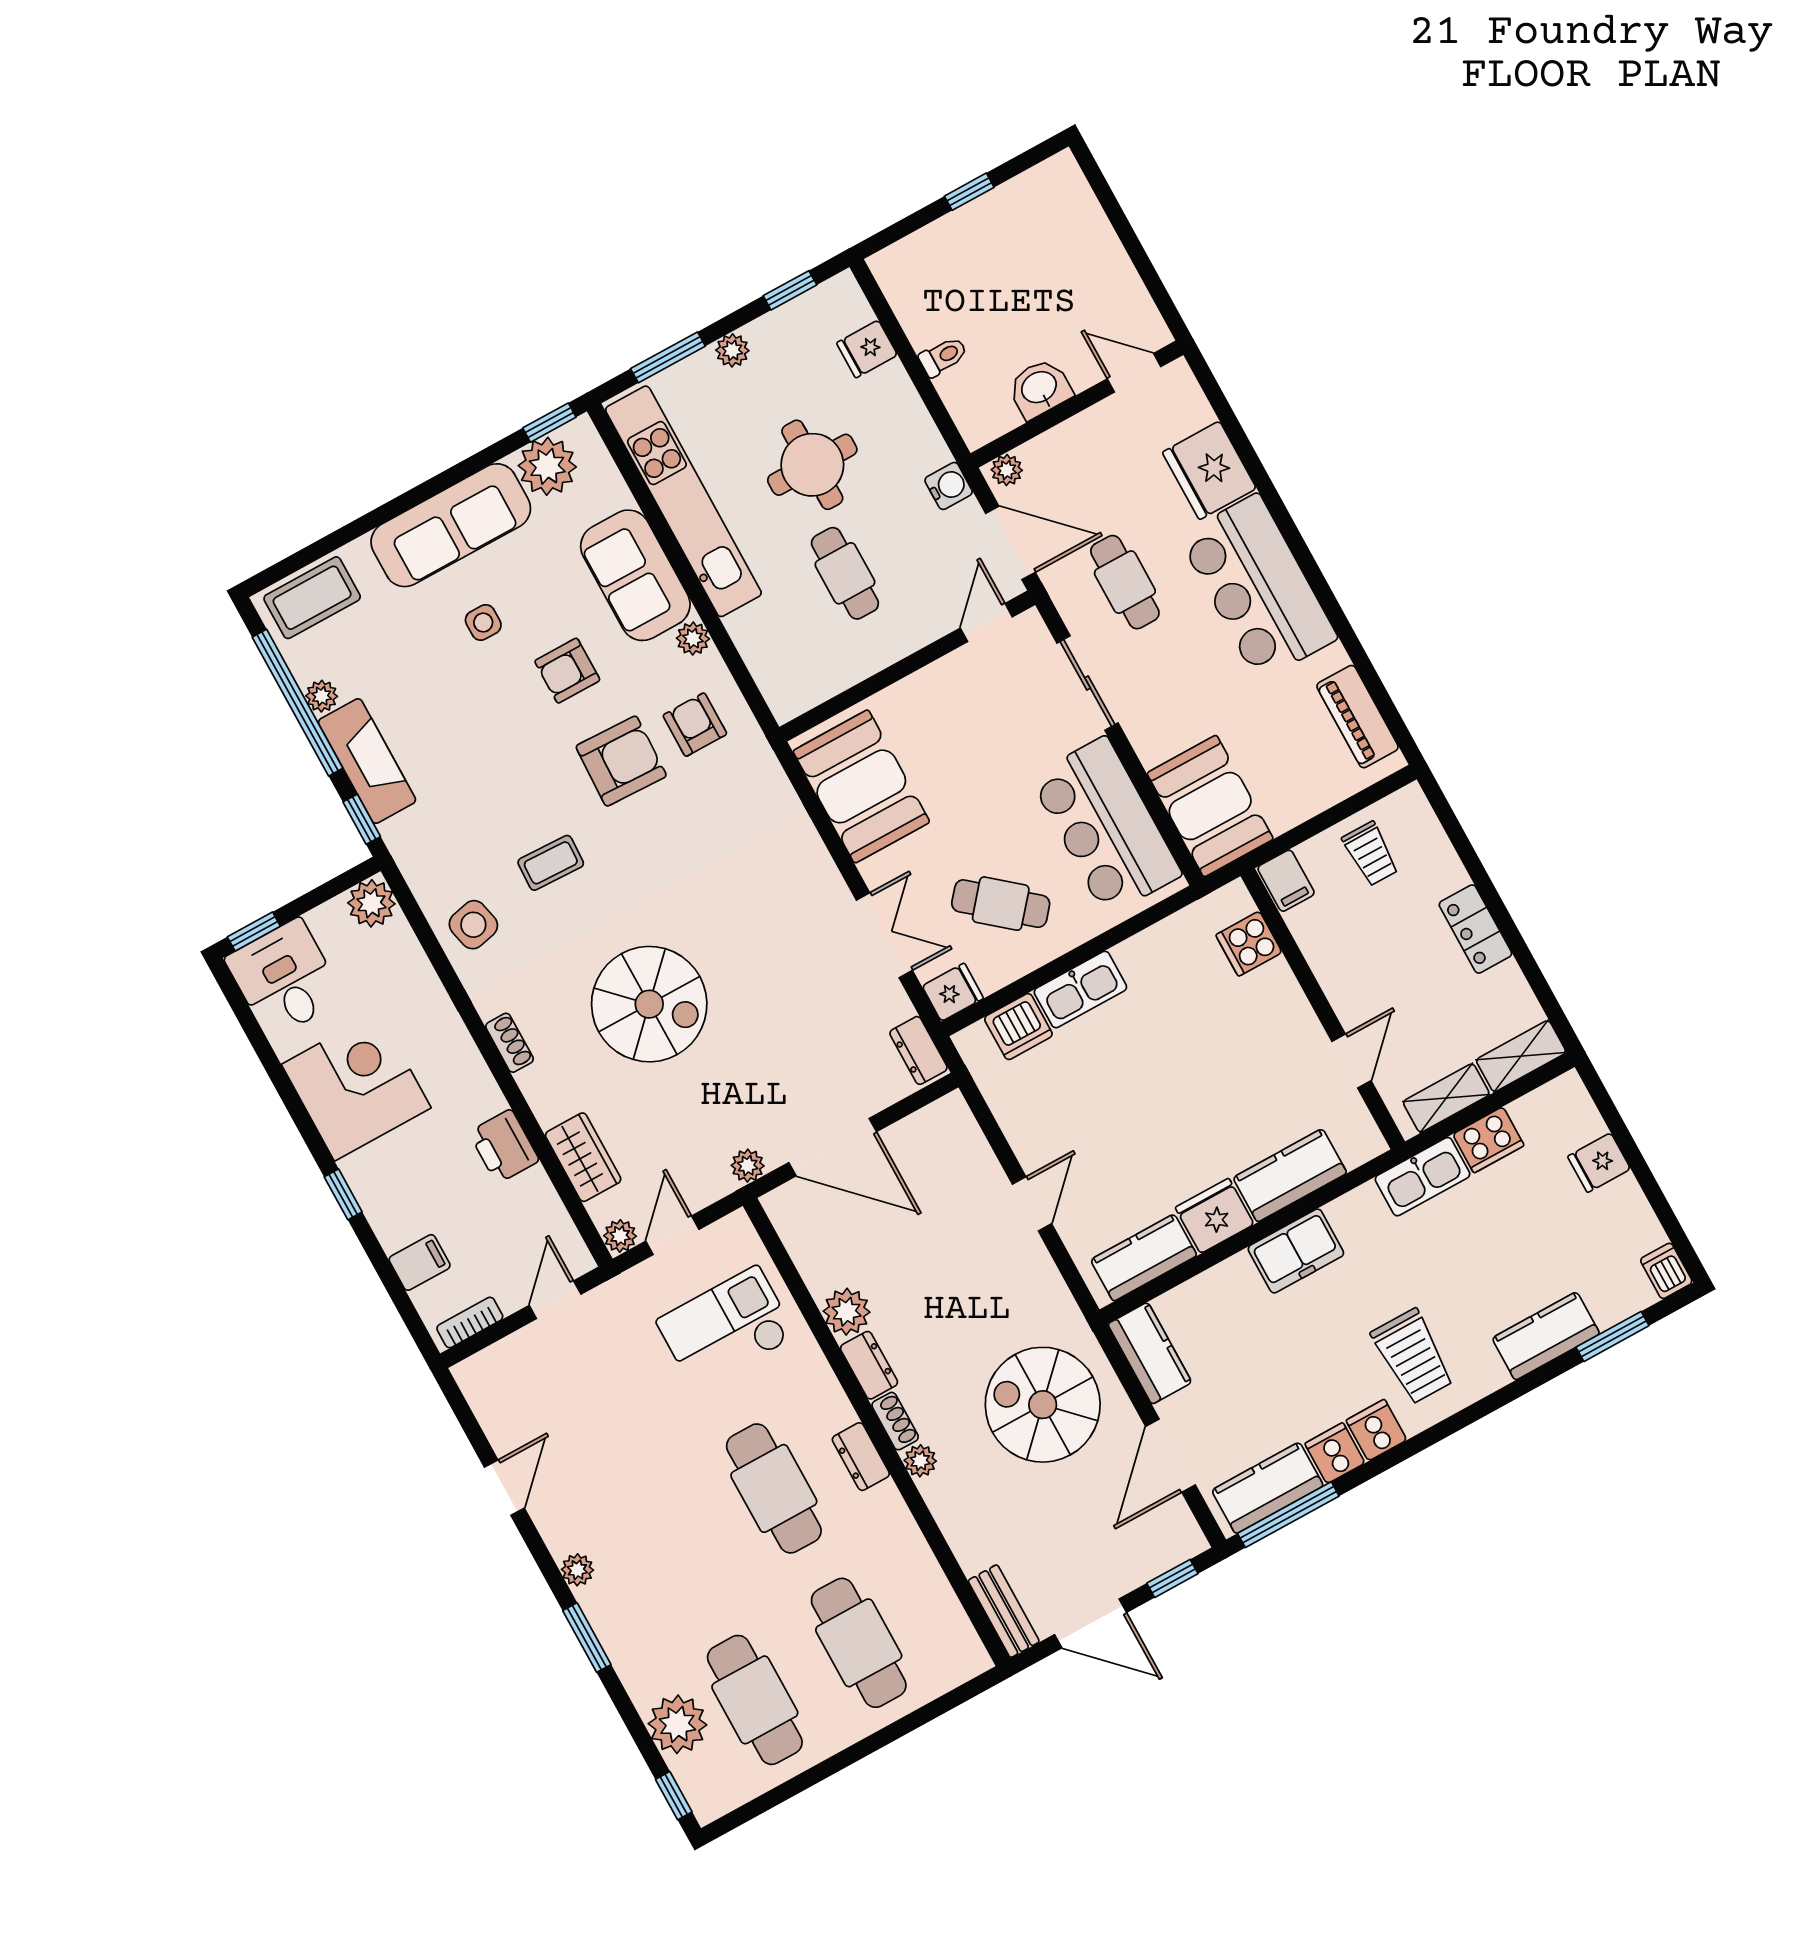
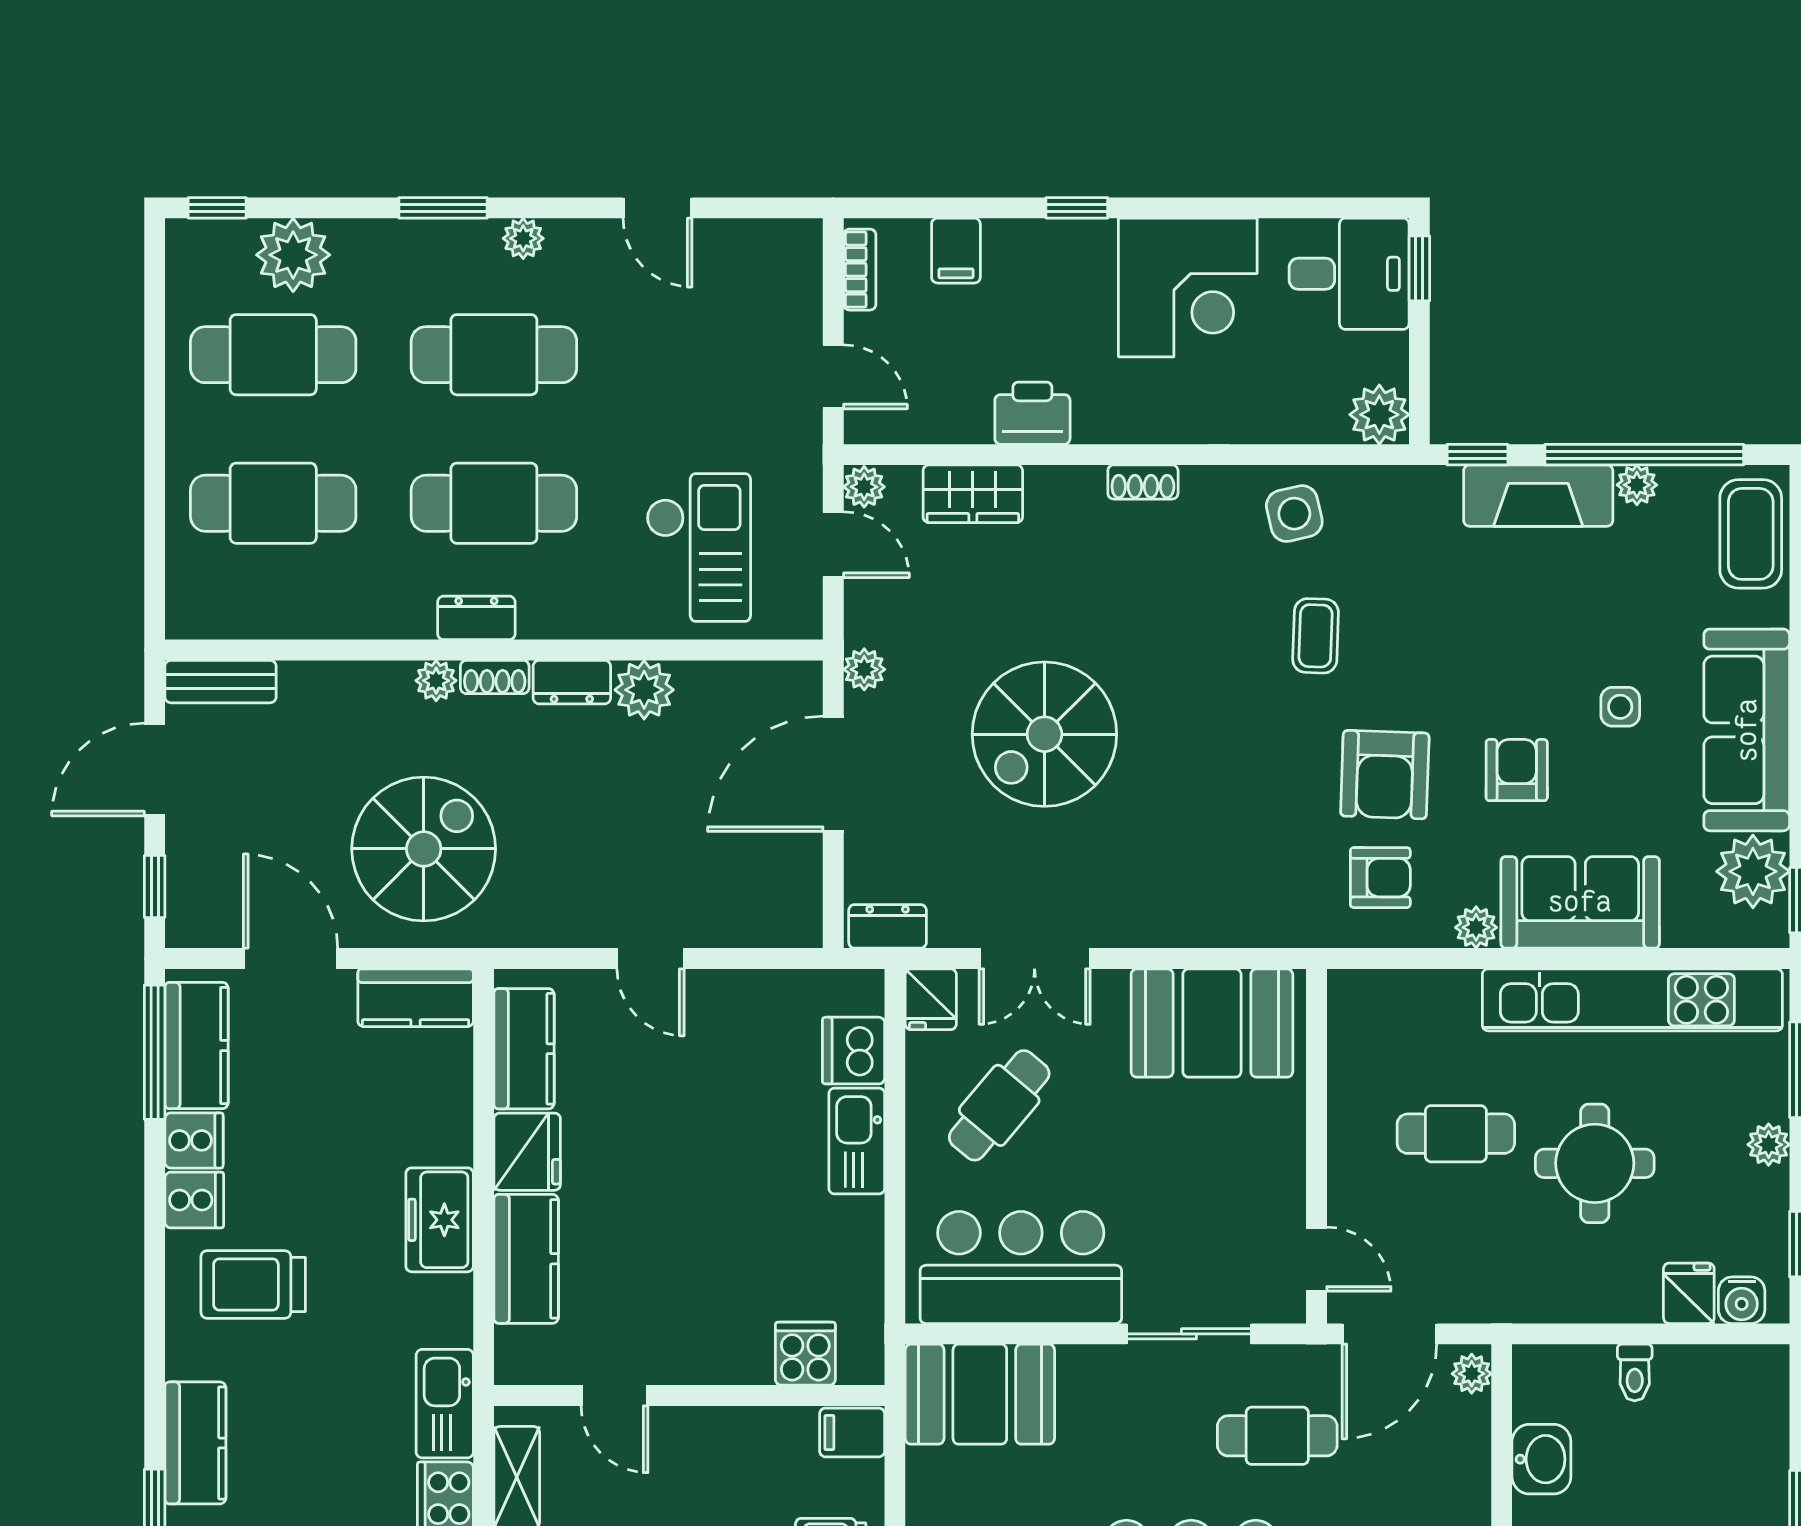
water cooler: (949, 486) -> (1742, 1300), moved
spiral stairs: (649, 1004) -> (1044, 734), moved
cafe table: (670, 1546) -> (494, 355), added

